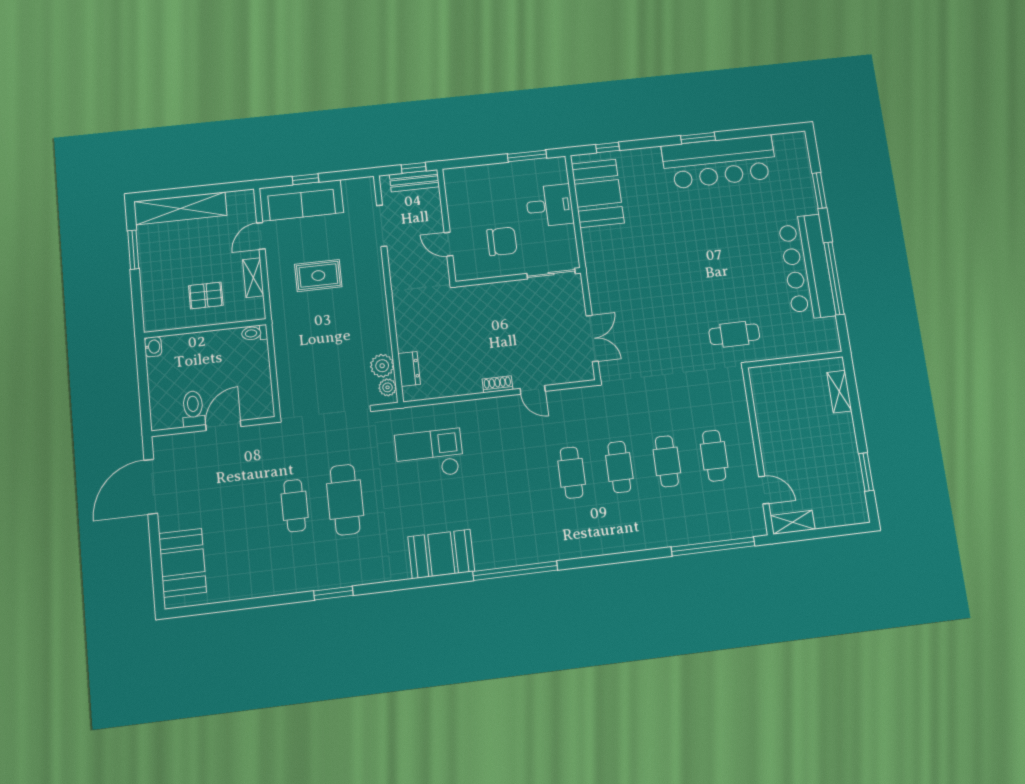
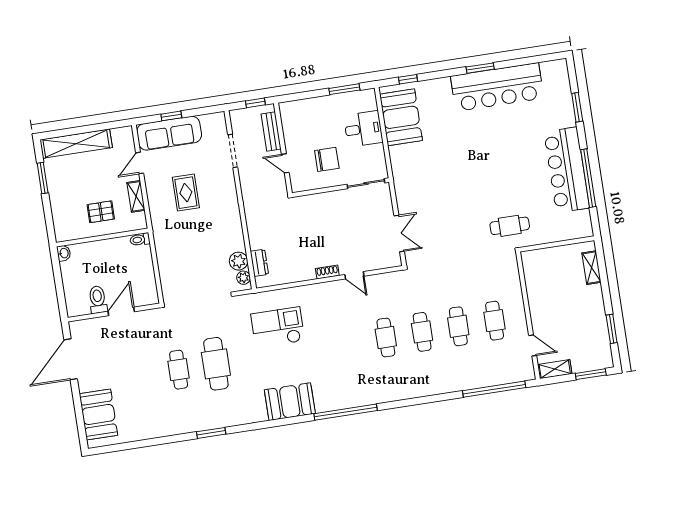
bench: (414, 181) -> (271, 132), moved, turned 90
rug: (318, 276) -> (186, 193), turned 90
window: (840, 531) -> (591, 374), added

